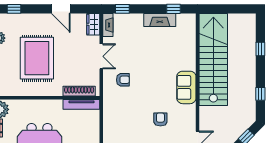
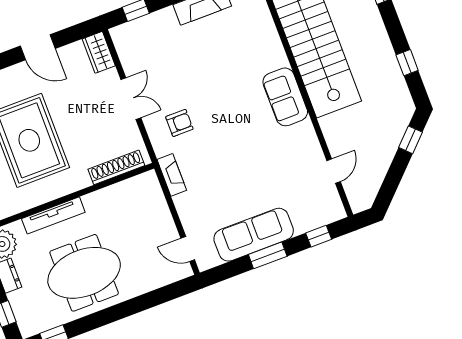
fireplace: (108, 25) -> (172, 175), moved
tv unit: (81, 104) -> (53, 215), moved
armchair: (160, 119) -> (263, 164), removed

